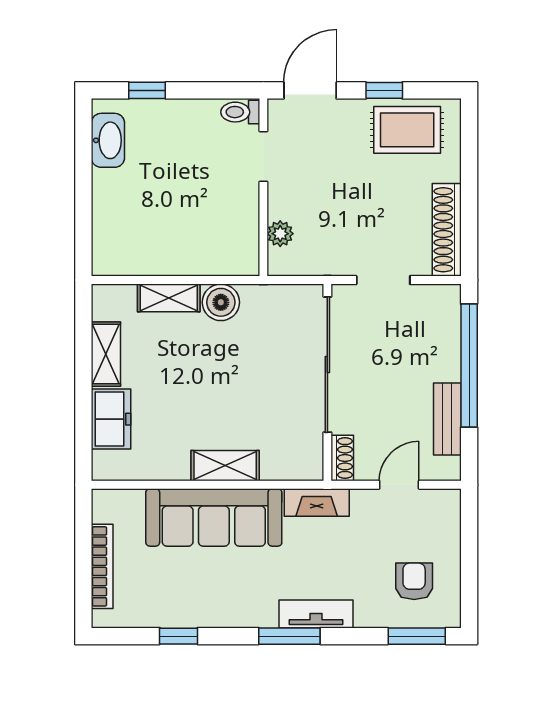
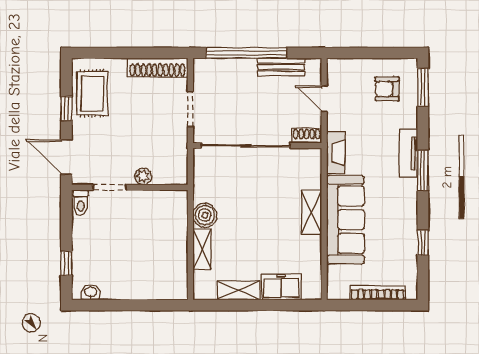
washbasin: (108, 140) -> (91, 292), width x0.52, depth x0.69
plant: (280, 234) -> (143, 176), moved

